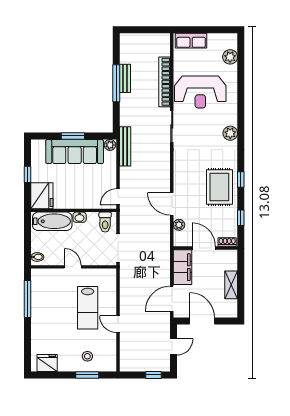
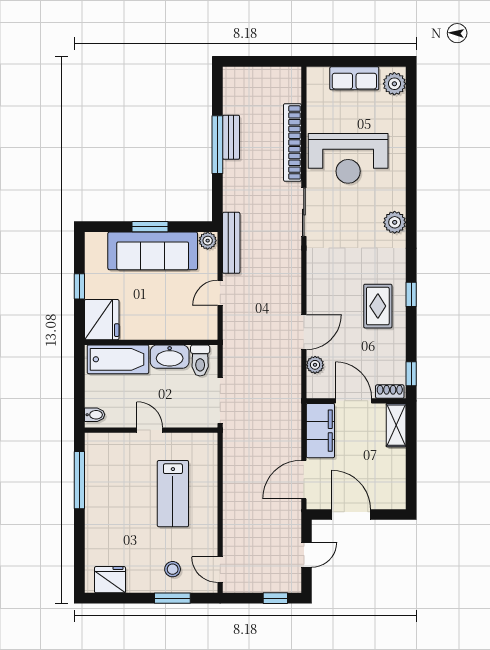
row of seats: (191, 41) -> (354, 78), moved
plant: (230, 57) -> (394, 84), moved
rug: (219, 187) -> (378, 306), width x0.73, depth x0.70
door: (118, 197) -> (220, 293), moved
door: (172, 204) -> (304, 332), swing flipped
washbasin: (80, 217) -> (170, 357), width x1.91, depth x1.45
window: (241, 218) -> (411, 374), moved
shelving: (231, 285) -> (396, 425), moved
door: (118, 324) -> (220, 570), moved

